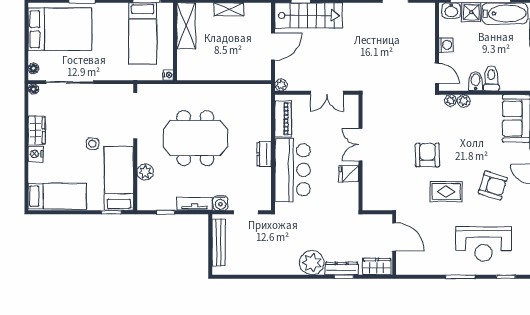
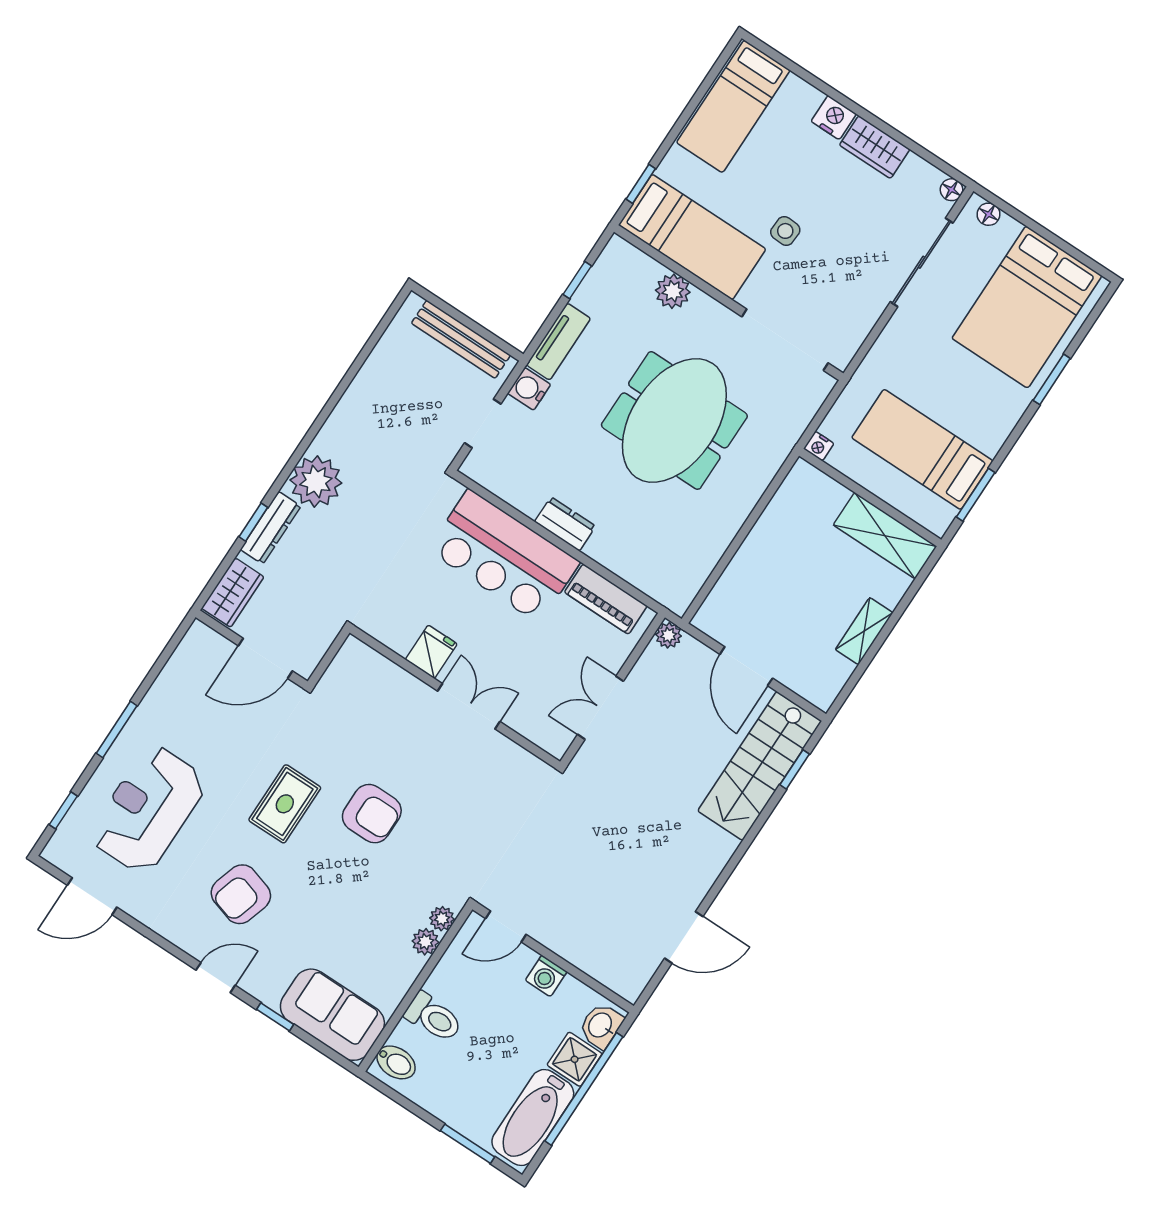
bidet: (476, 81) -> (396, 1062), moved

